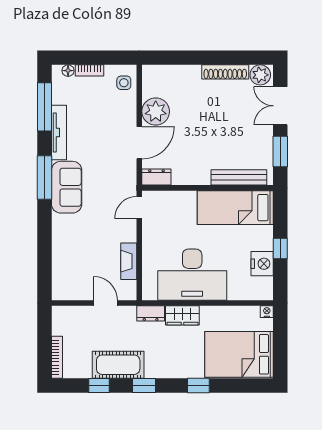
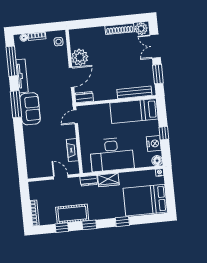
floor lamp: (265, 292) -> (157, 161), added

